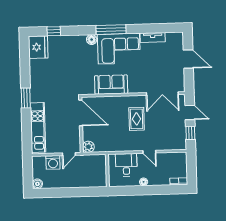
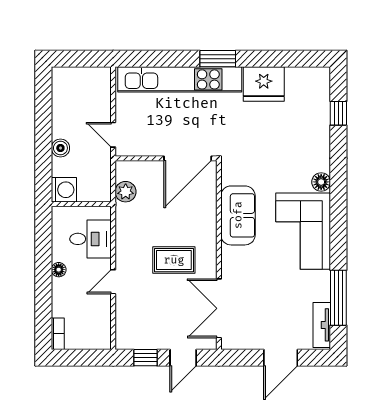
window: (111, 30) -> (338, 298), moved
tv unit: (153, 37) -> (322, 325), moved
fridge: (38, 47) -> (264, 84), moved
kitchen unit: (38, 127) -> (180, 79), width x1.36
plant: (88, 147) -> (126, 192), moved
washing machine: (53, 162) -> (64, 190), moved, turned 180
boiler: (37, 184) -> (60, 148), moved

